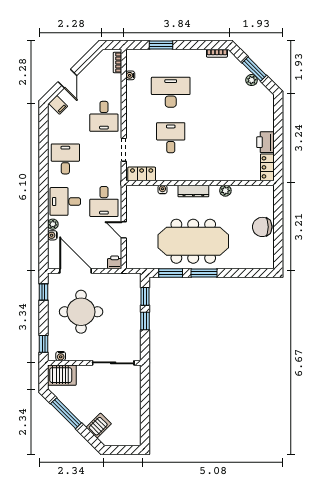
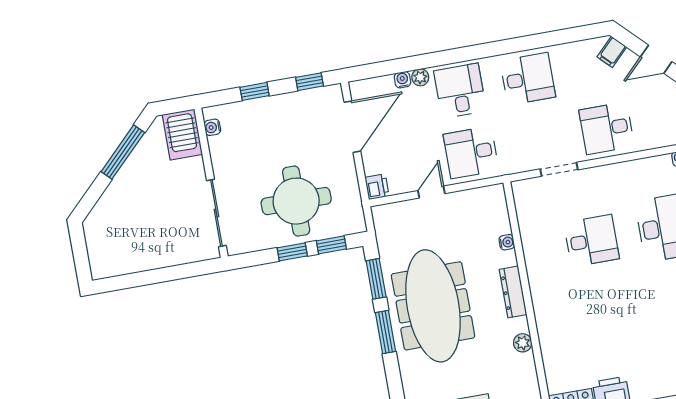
locker: (142, 174) -> (526, 205), removed
round table: (81, 312) -> (296, 201), moved
window: (43, 344) -> (255, 91), moved
server rack: (99, 426) -> (112, 208), removed

